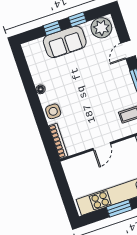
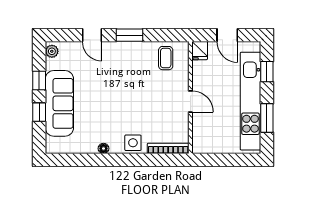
plant: (101, 28) -> (52, 51), width x0.53, depth x0.53
sofa: (65, 42) -> (59, 103), width x1.36
window: (119, 208) -> (267, 118), moved

